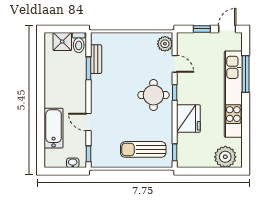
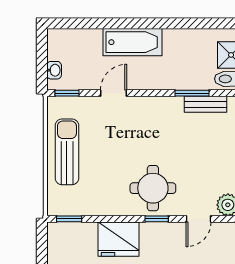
bathtub: (54, 128) -> (132, 42), moved
sun lounger: (143, 149) -> (67, 152), moved

